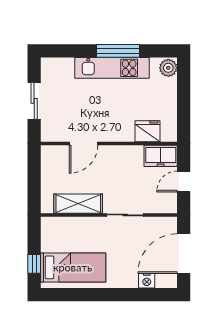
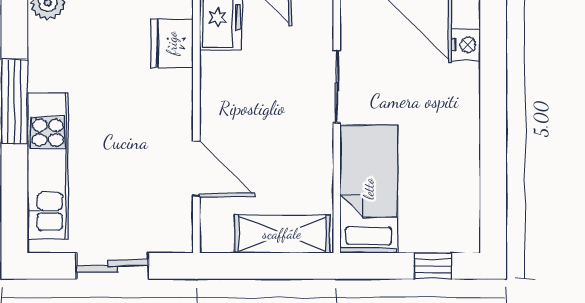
kitchen unit: (112, 68) -> (48, 166), moved
shelving: (78, 204) -> (282, 234), moved, turned 90
bed: (73, 267) -> (369, 189), moved

